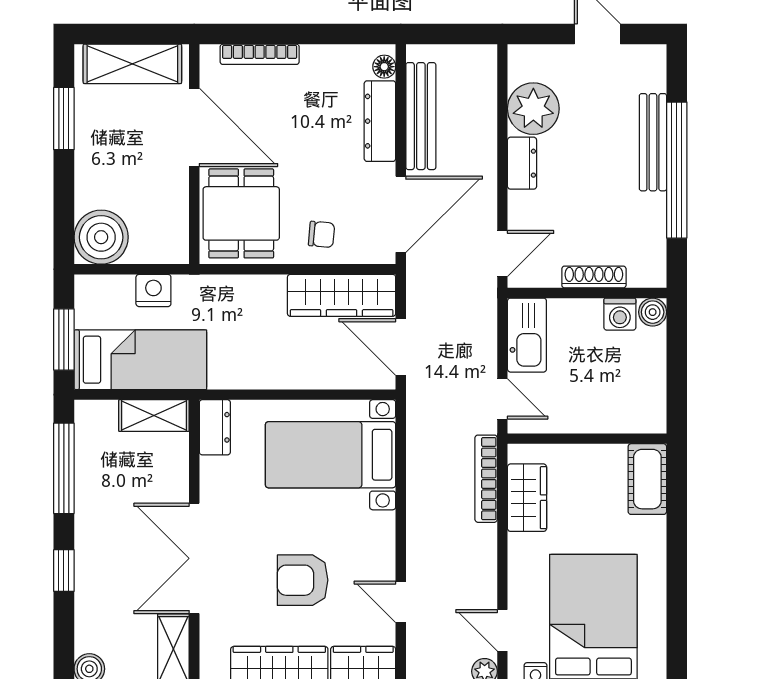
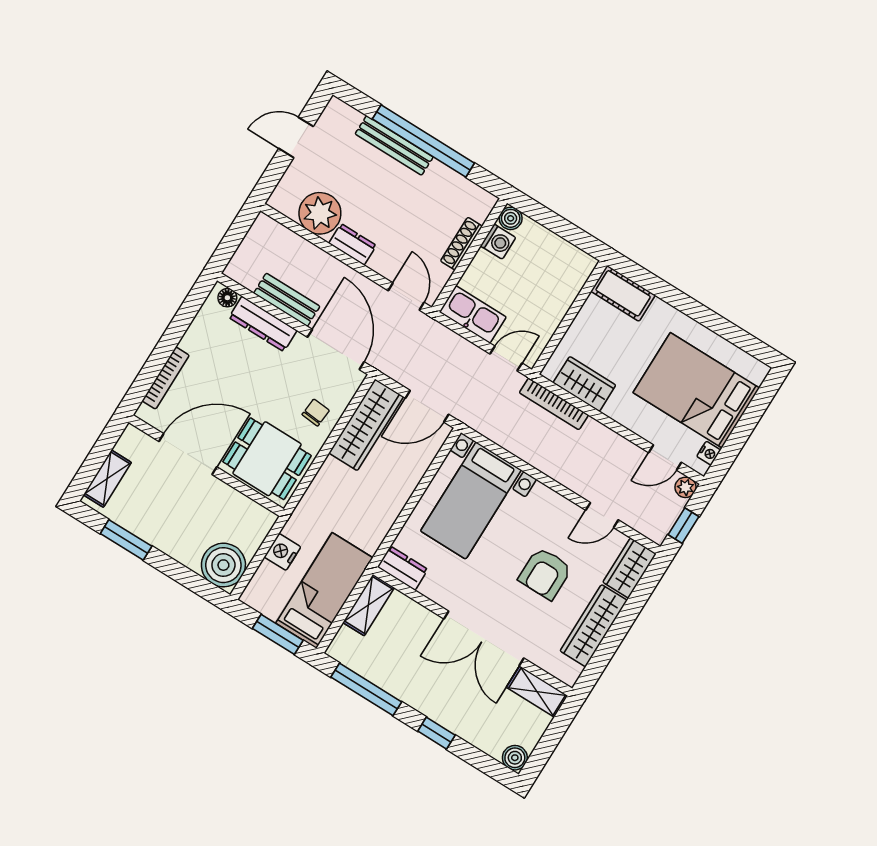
shelving: (132, 64) -> (107, 479), width x0.67, depth x0.75
bench: (421, 116) -> (287, 300), width x0.73

